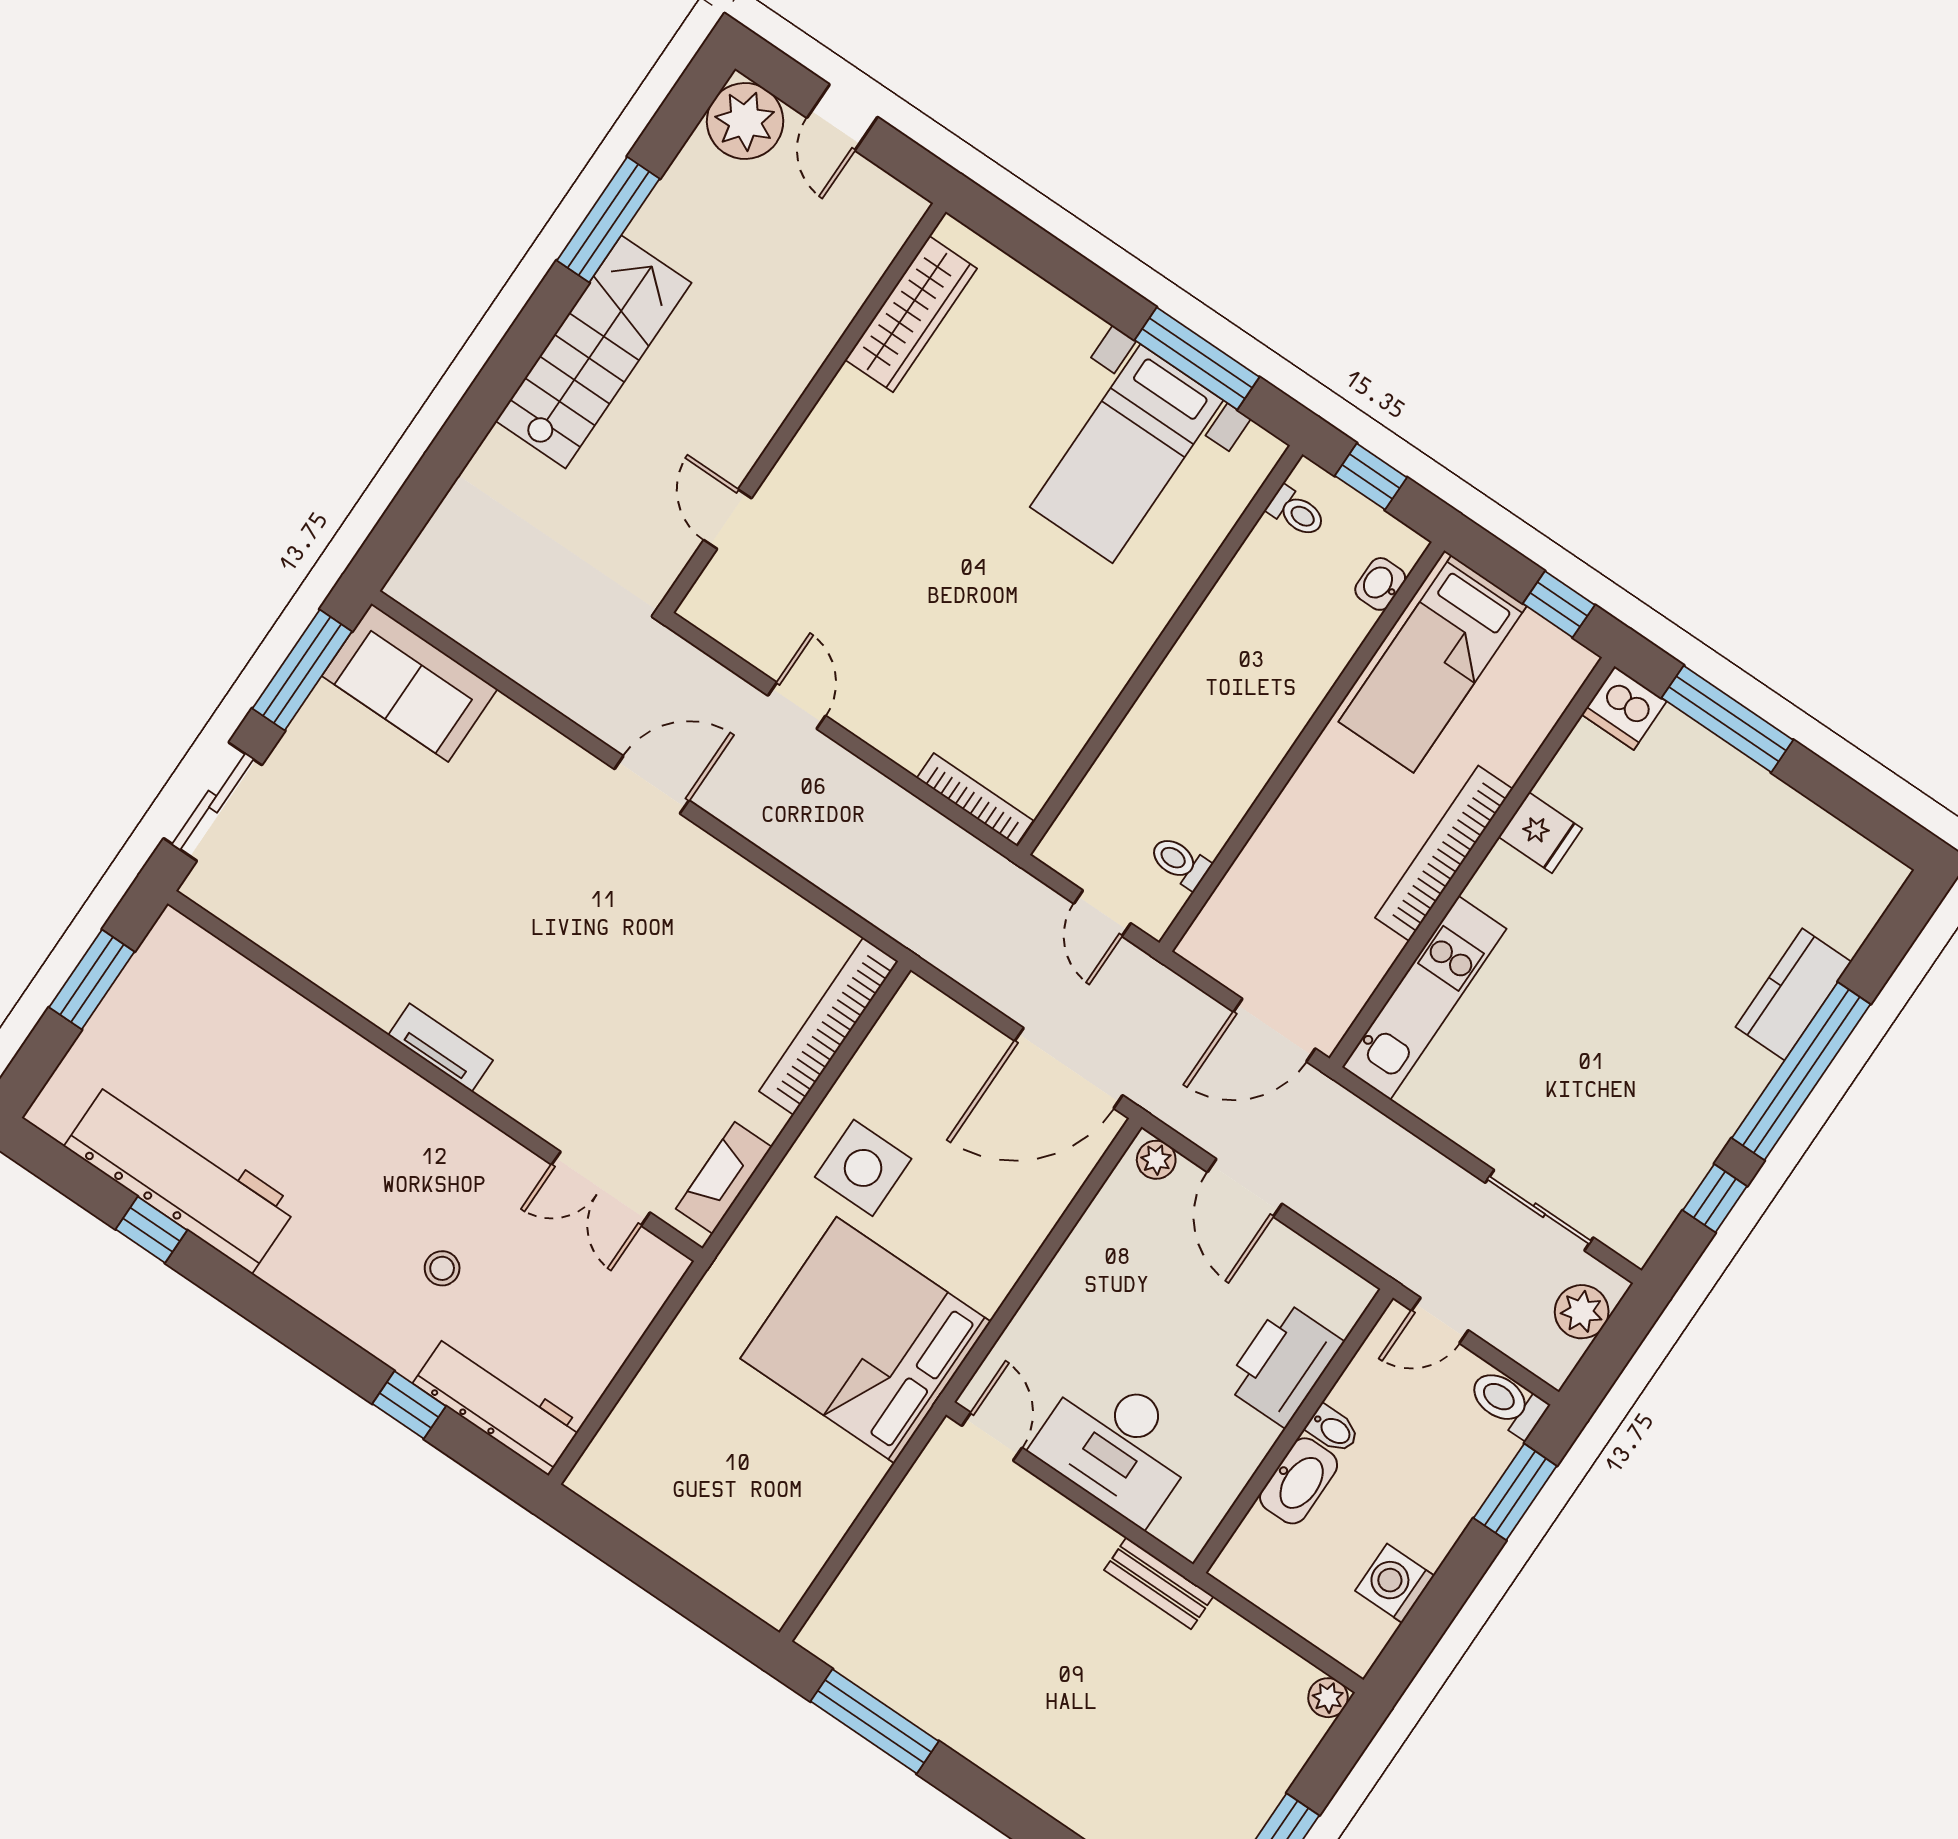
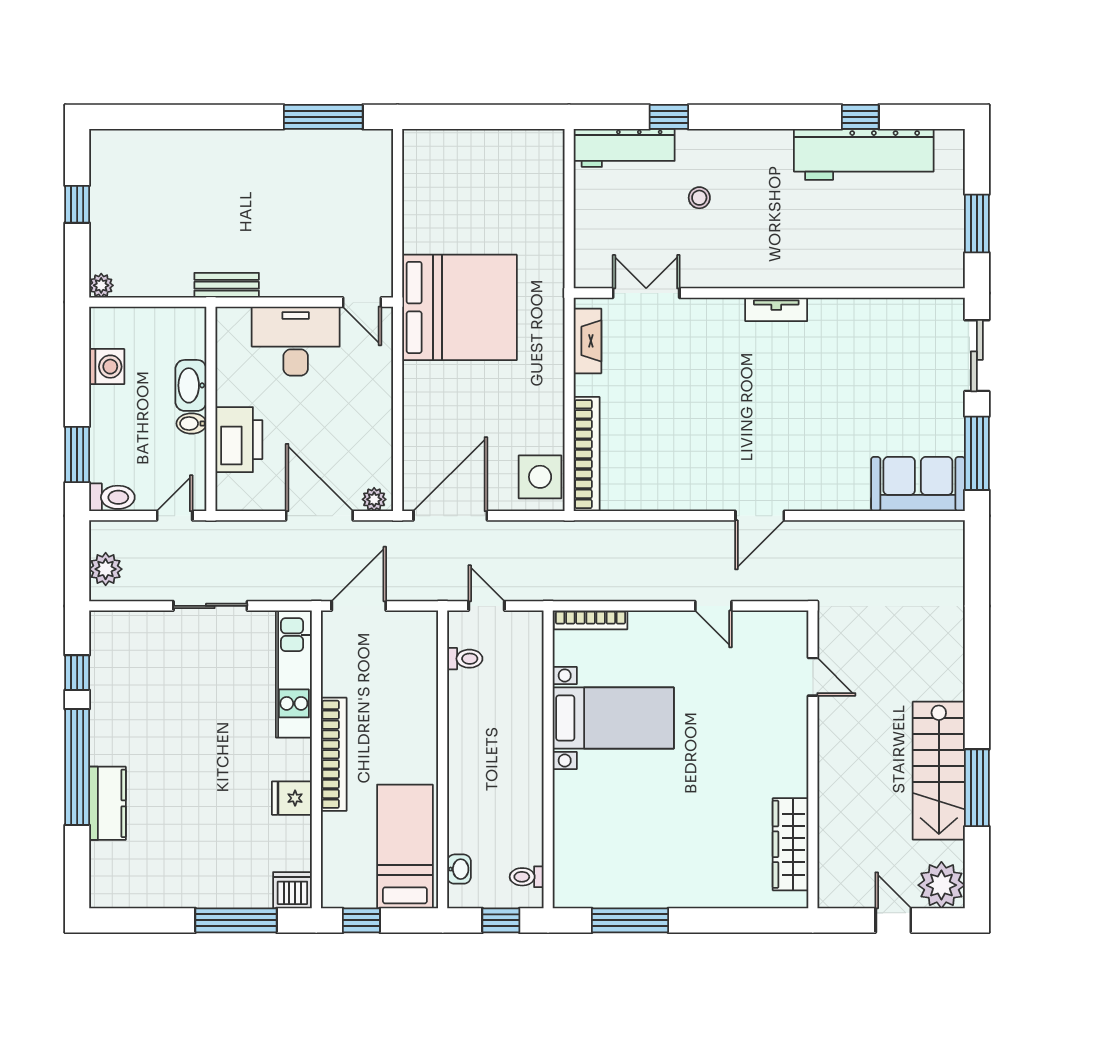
stairs: (593, 352) -> (939, 771), moved
bed with nightstands: (1126, 454) -> (613, 718), moved, turned 90
side table: (863, 1168) -> (540, 477), moved
door: (1245, 1188) -> (319, 516), width x1.36
sliding door: (1539, 1210) -> (210, 606), moved

